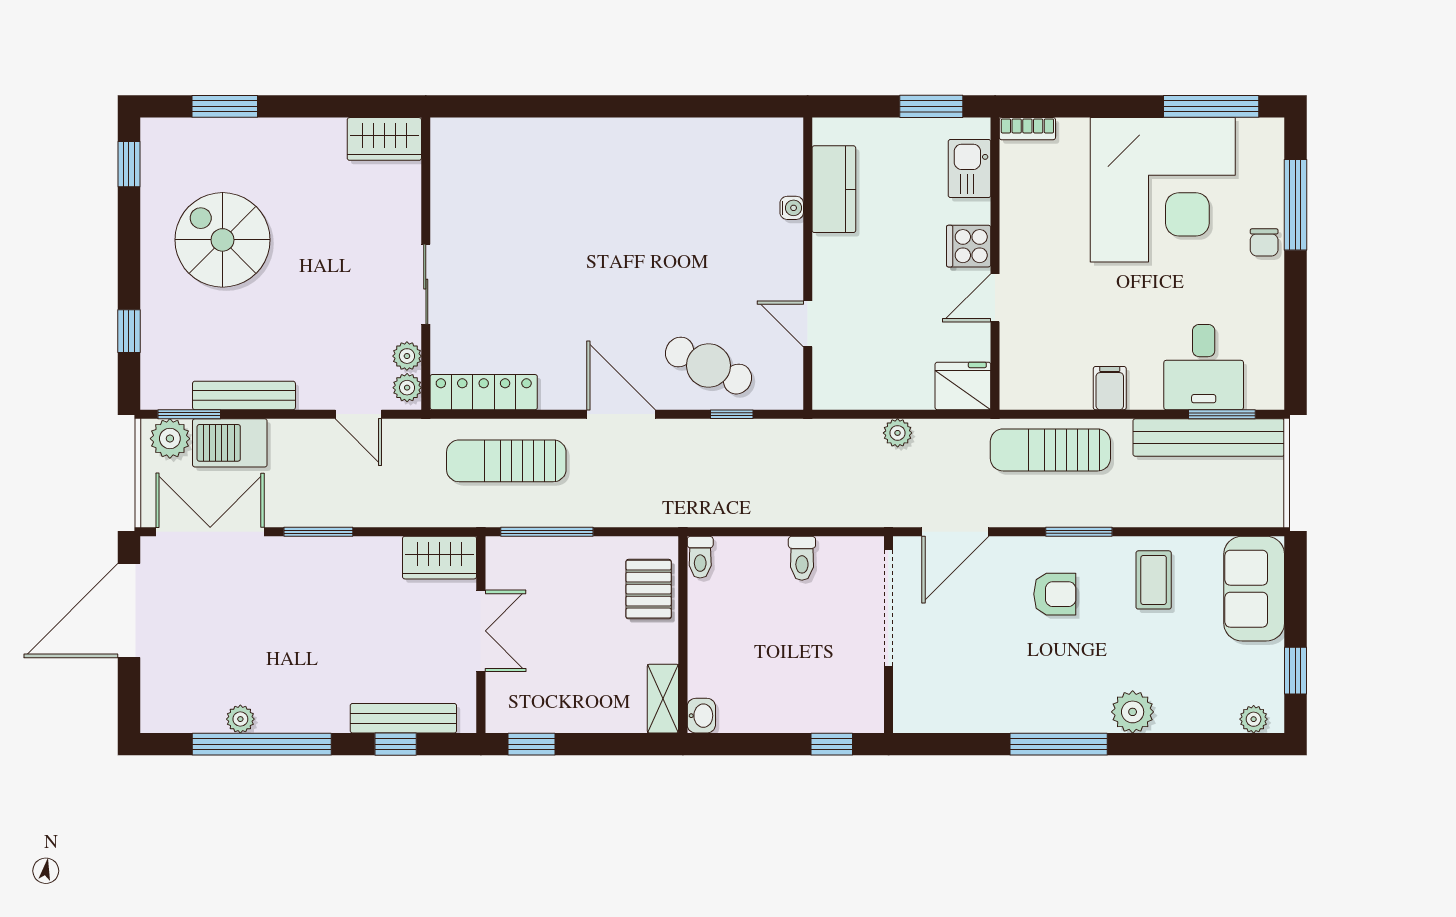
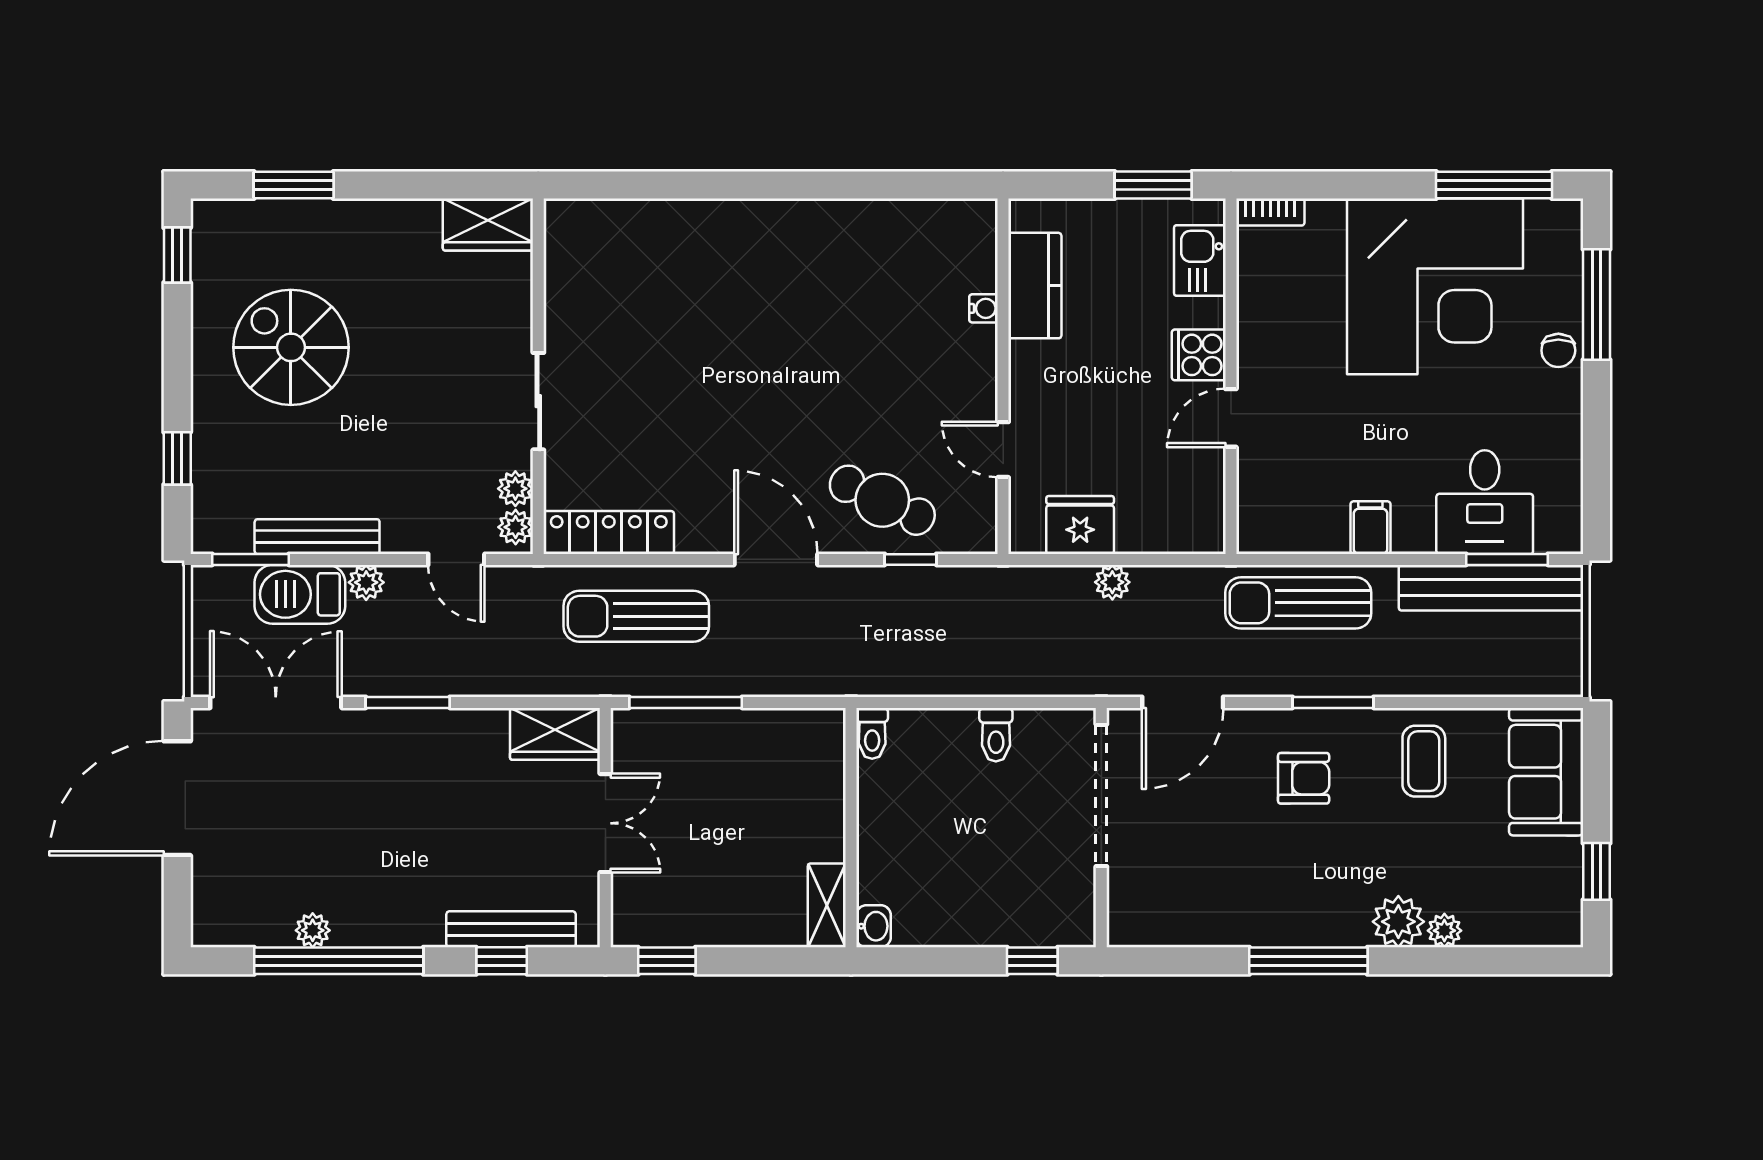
fridge: (963, 386) -> (1080, 525), moved
plant: (170, 439) -> (366, 582), moved, width x0.73, depth x0.73
pallet: (649, 589) -> (809, 772), removed
plant: (1254, 719) -> (1444, 931), moved

